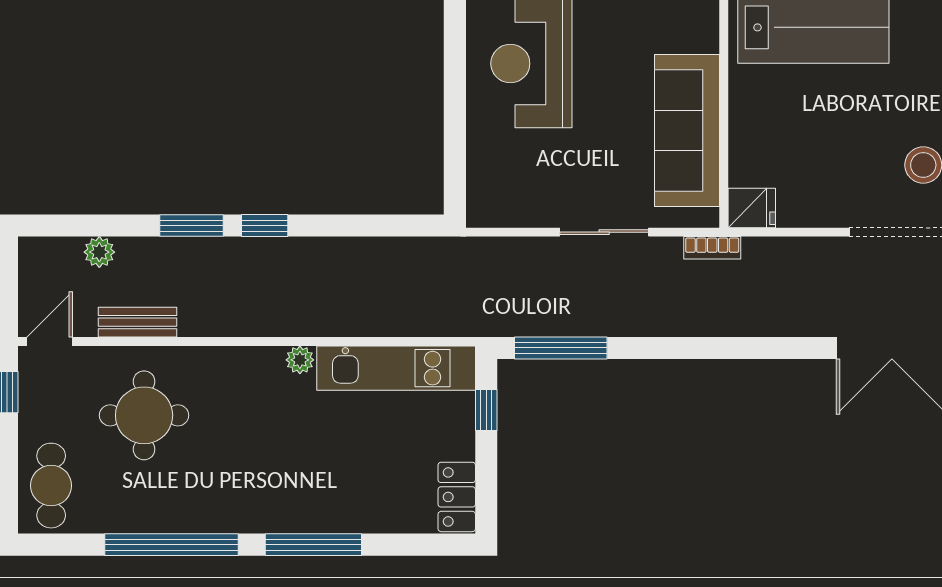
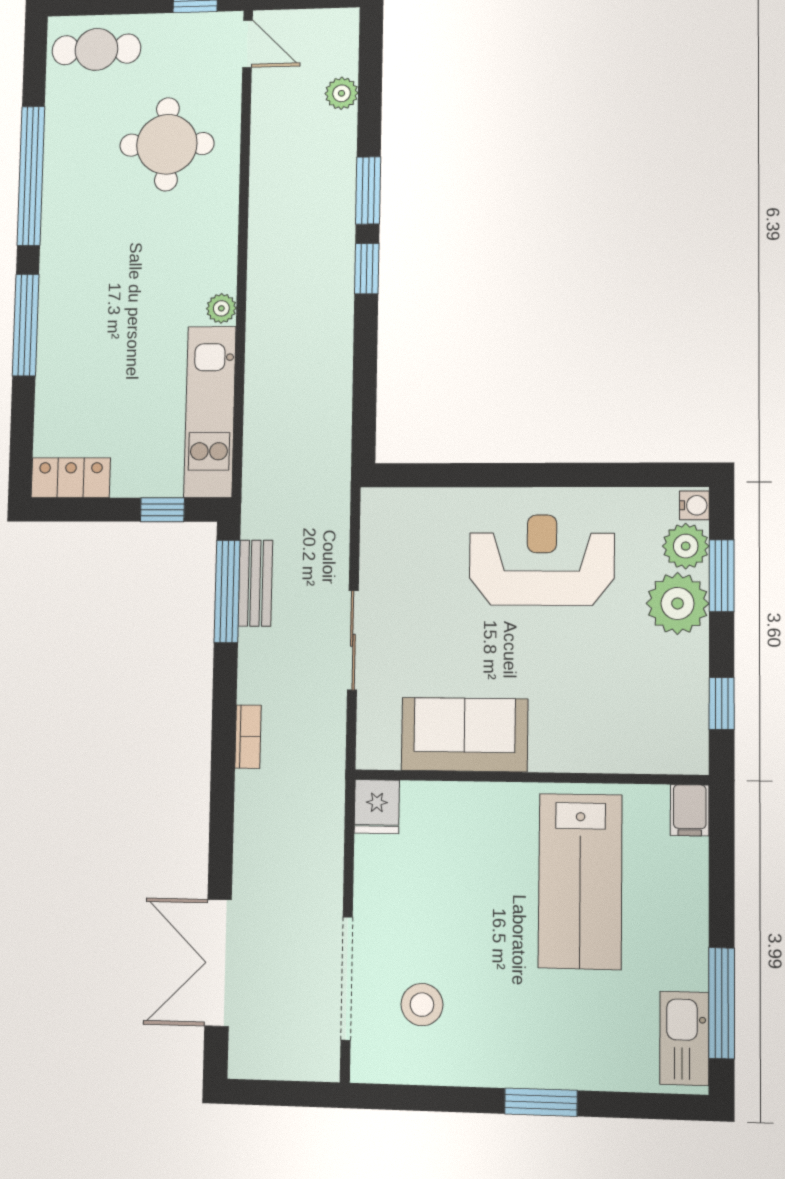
sofa: (687, 131) -> (464, 735), width x0.73
bookcase: (712, 248) -> (248, 737), moved, turned 180
bench: (137, 322) -> (255, 583), moved

